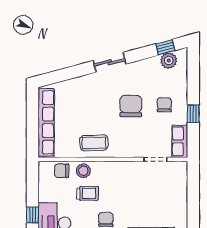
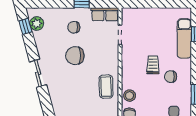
trolley: (87, 193) -> (153, 65), moved

